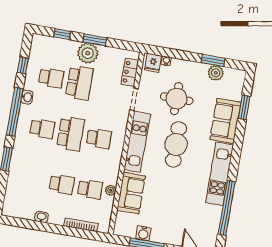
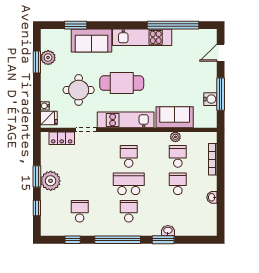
school desk: (79, 83) -> (80, 184), removed
washbasin: (27, 97) -> (168, 231), moved

